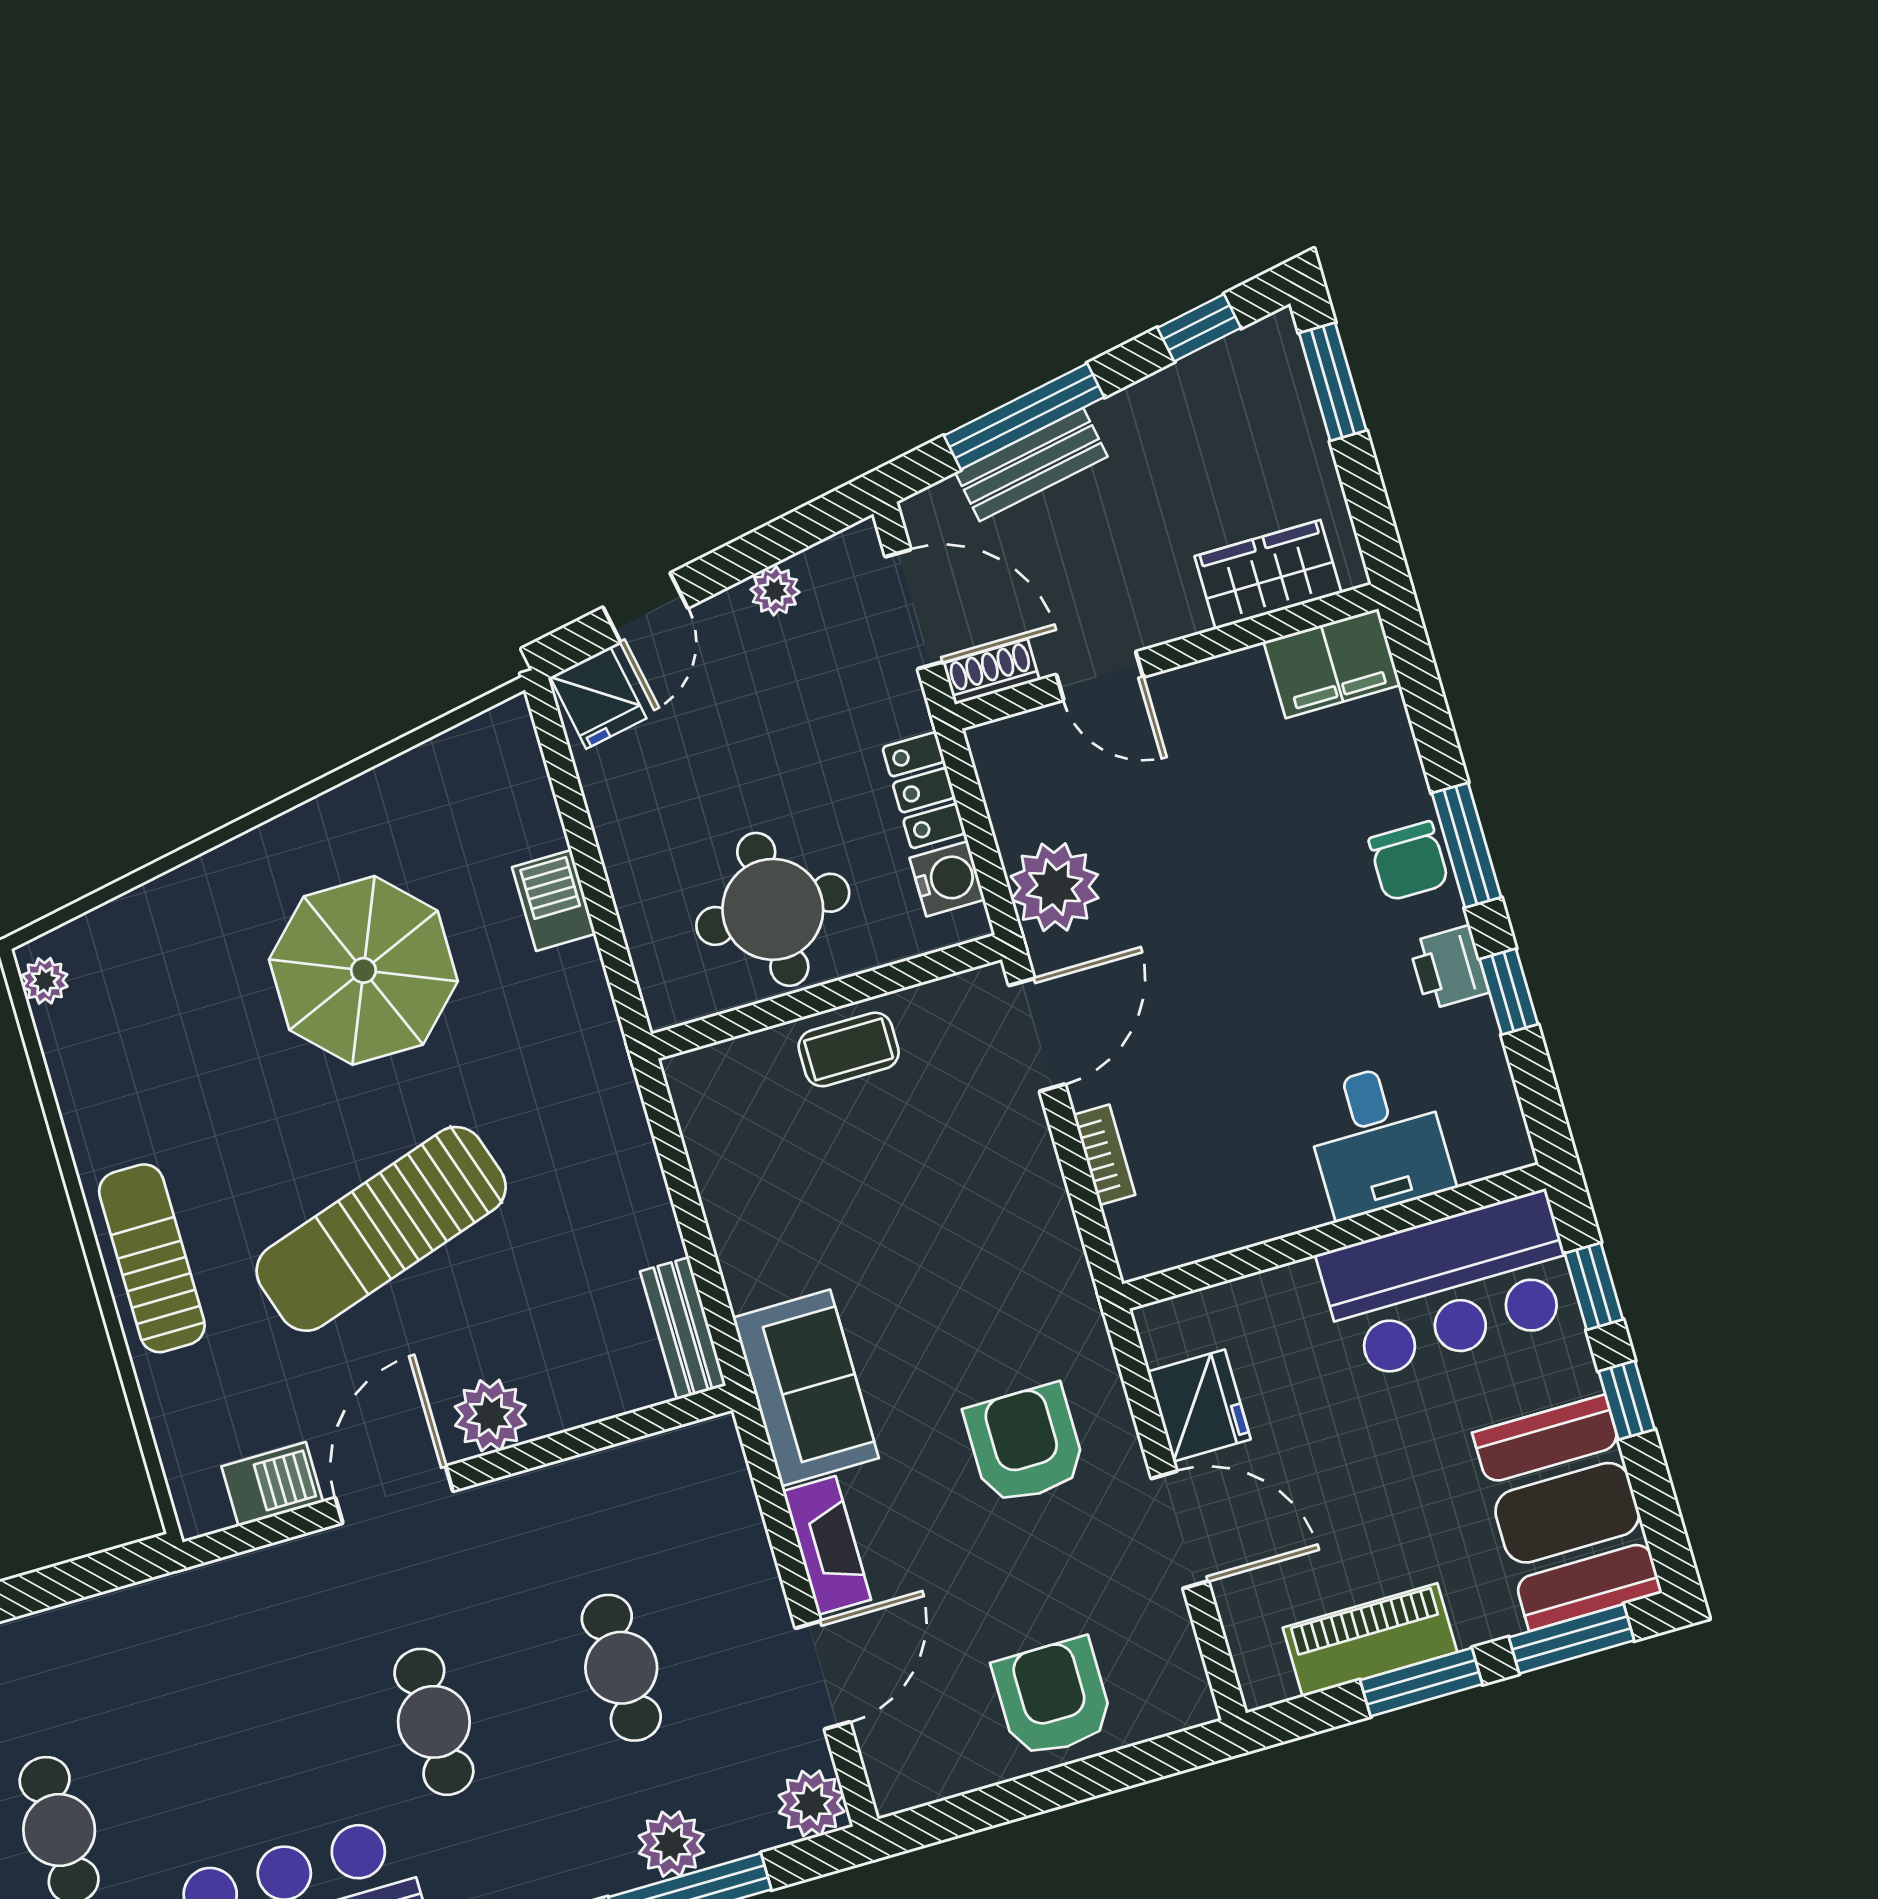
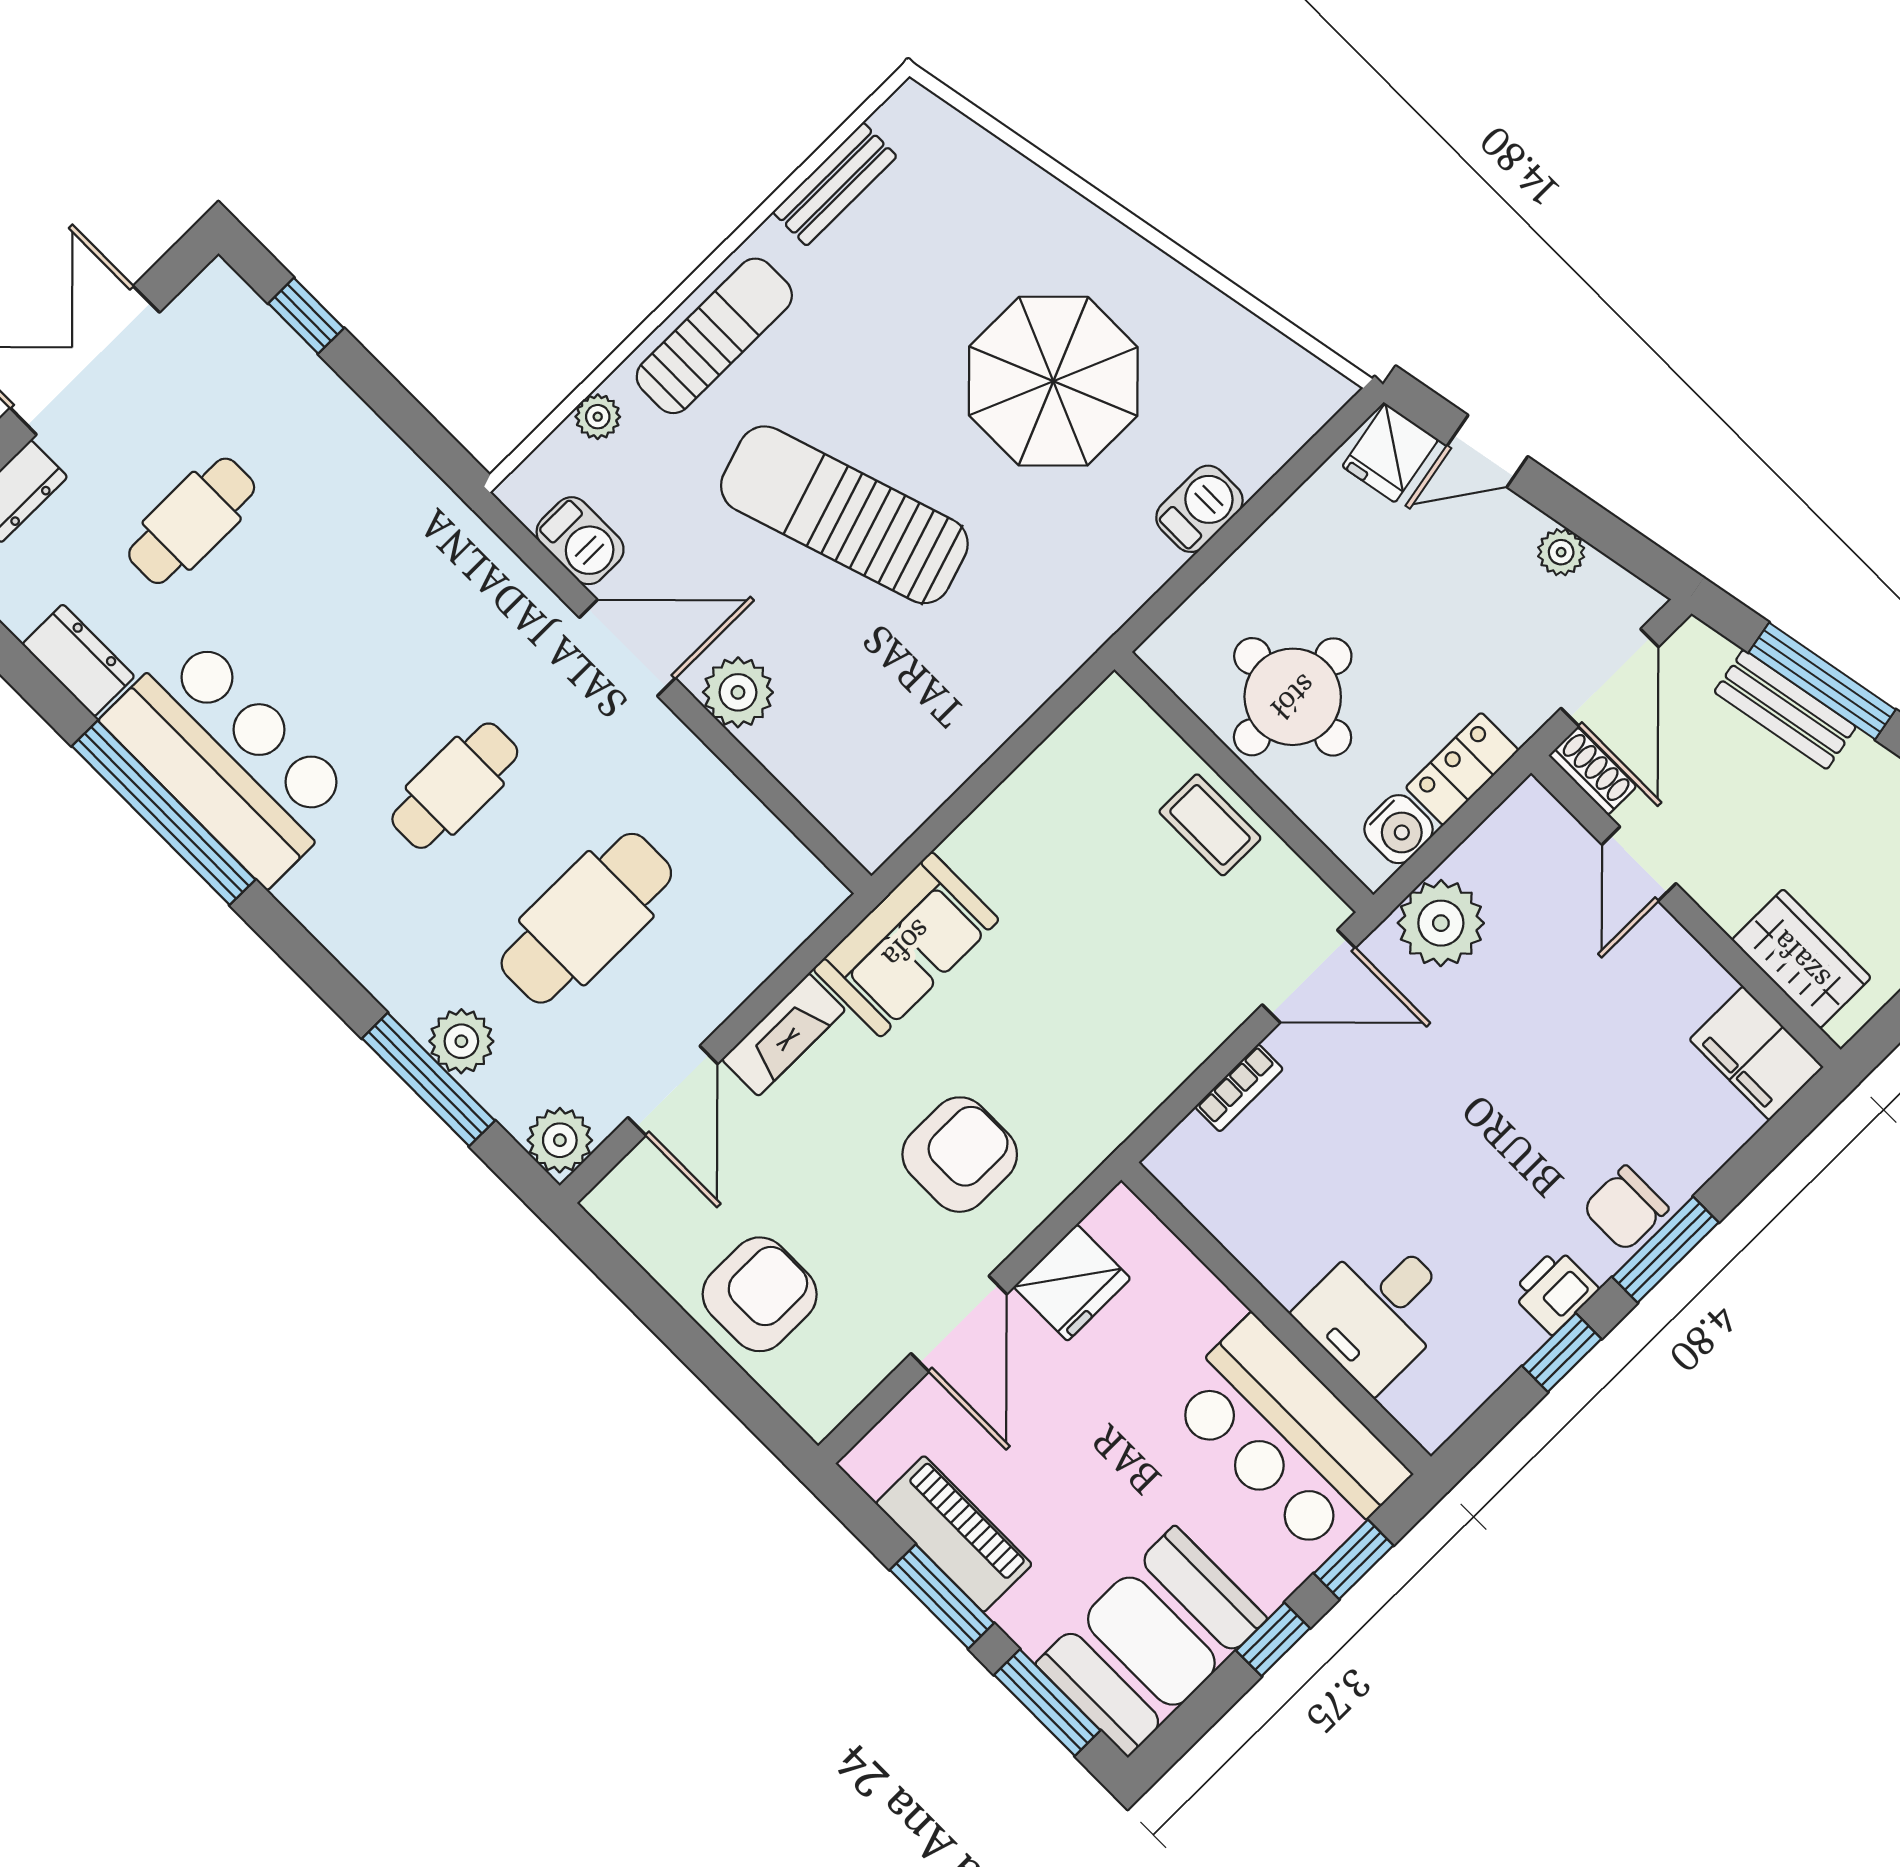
plant: (45, 981) -> (598, 417), moved
bench: (683, 1328) -> (835, 184), moved
cafe table: (621, 1668) -> (586, 918), width x1.37, depth x1.35
door: (823, 1675) -> (673, 1091), hinge flipped

